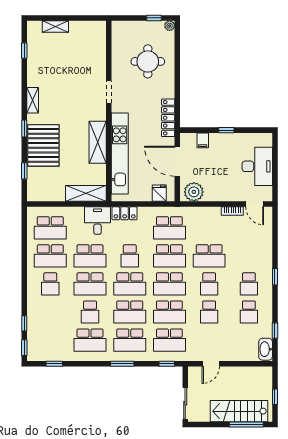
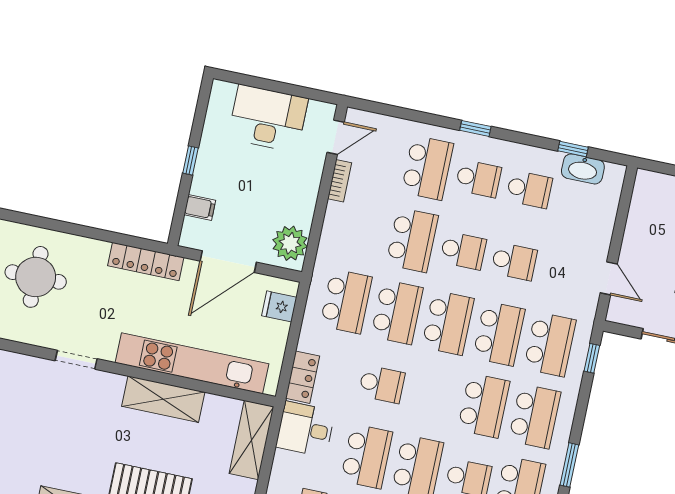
school desk: (130, 284) -> (427, 168), moved
washbasin: (266, 349) -> (583, 169), moved
window: (122, 364) -> (569, 465), moved

